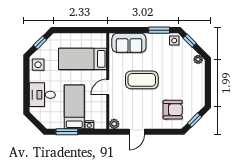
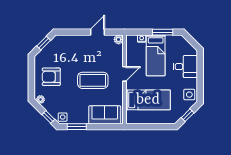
armchair: (173, 110) -> (51, 77), moved

